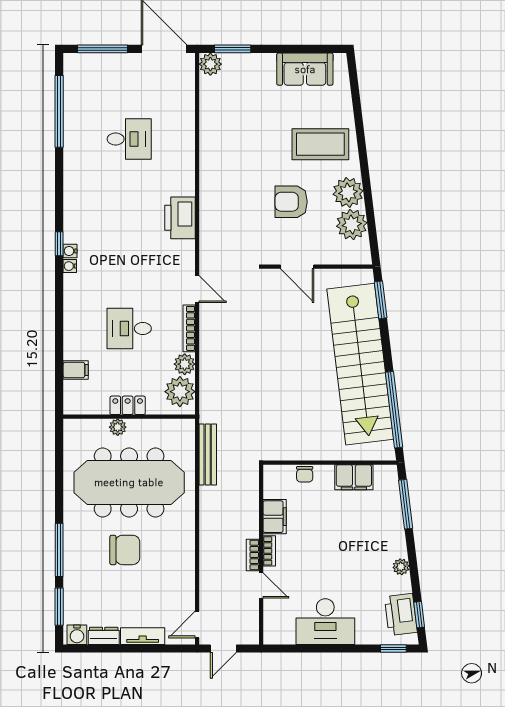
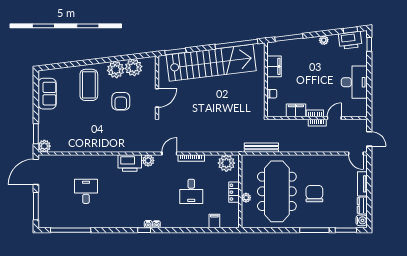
plant: (185, 364) -> (148, 160), moved

